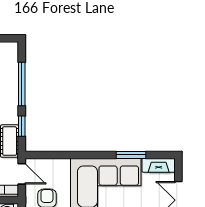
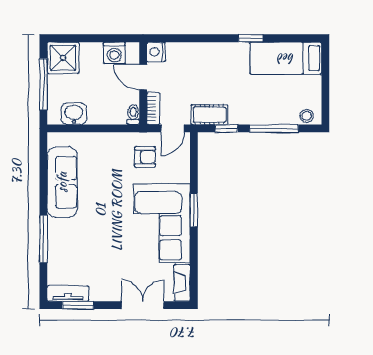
stool: (11, 55) -> (307, 116), added
window: (131, 155) -> (194, 210), moved

